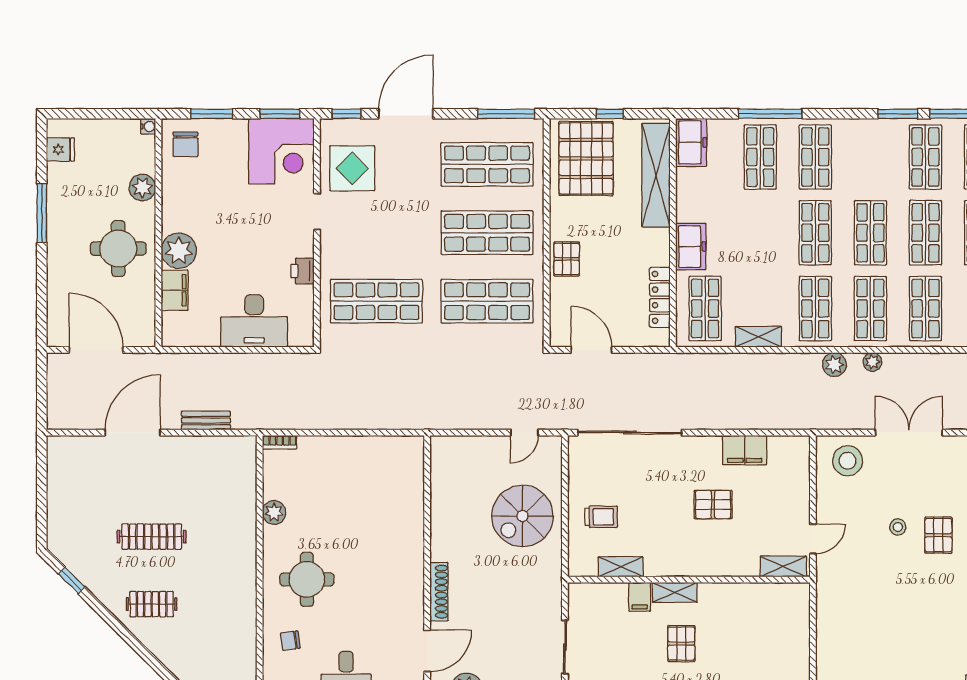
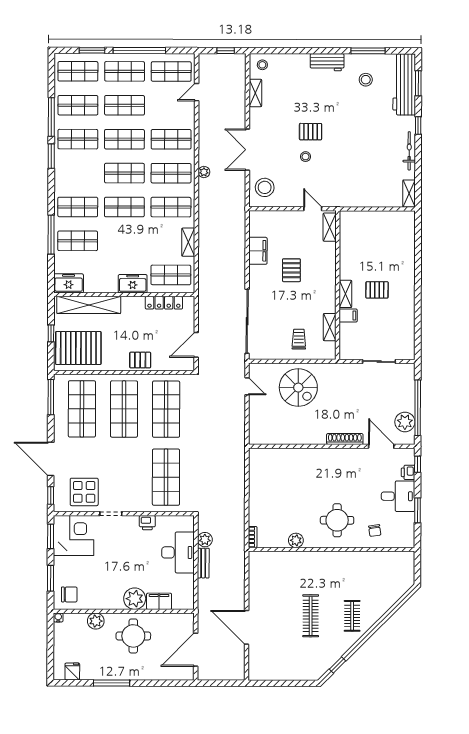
plant: (834, 365) -> (205, 540), moved
bench: (206, 420) -> (203, 563), moved

